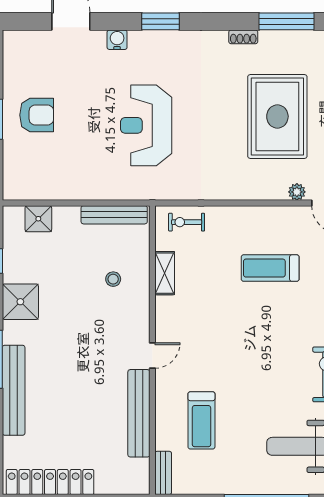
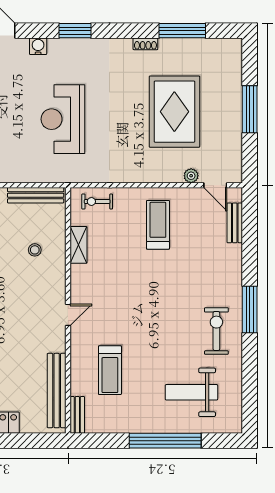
treadmill: (270, 268) -> (158, 225), moved, turned 90
bench: (139, 413) -> (57, 391), moved

